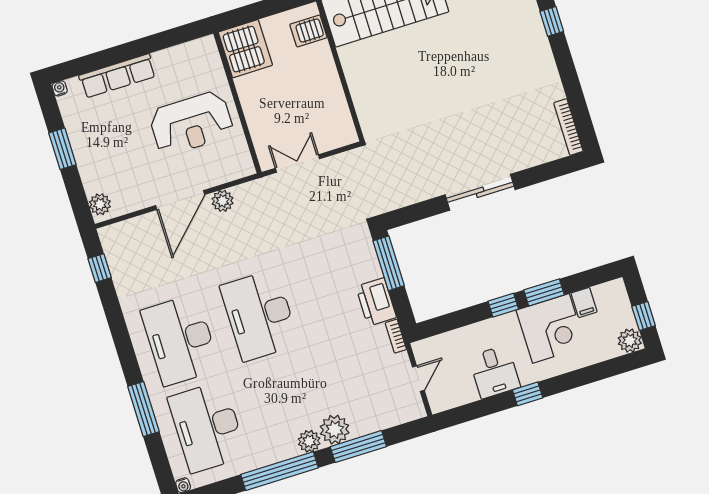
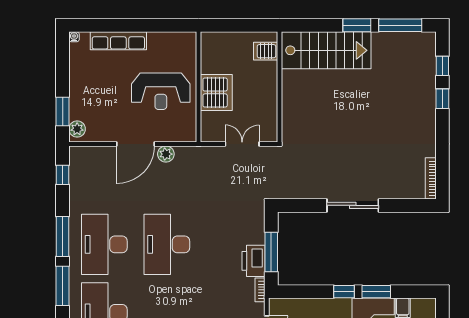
server rack: (245, 49) -> (216, 92), moved
window: (62, 149) -> (63, 112), moved
double door: (298, 163) -> (242, 144), moved
window: (389, 263) -> (271, 252), moved
window: (124, 346) -> (63, 237), added

